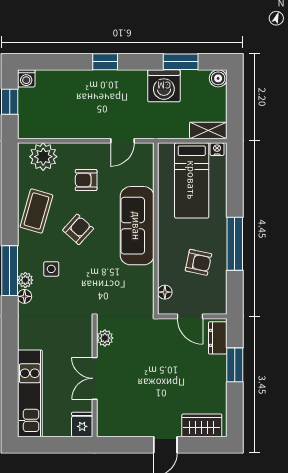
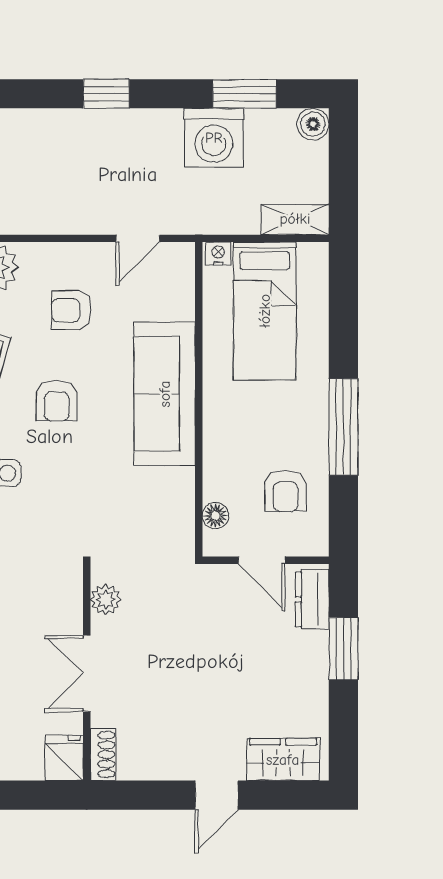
nightstand: (217, 149) -> (218, 254), moved
armchair: (78, 229) -> (57, 401), turned 138
armchair: (198, 262) -> (286, 491), moved, turned 78
shoe rack: (103, 423) -> (103, 755), added

